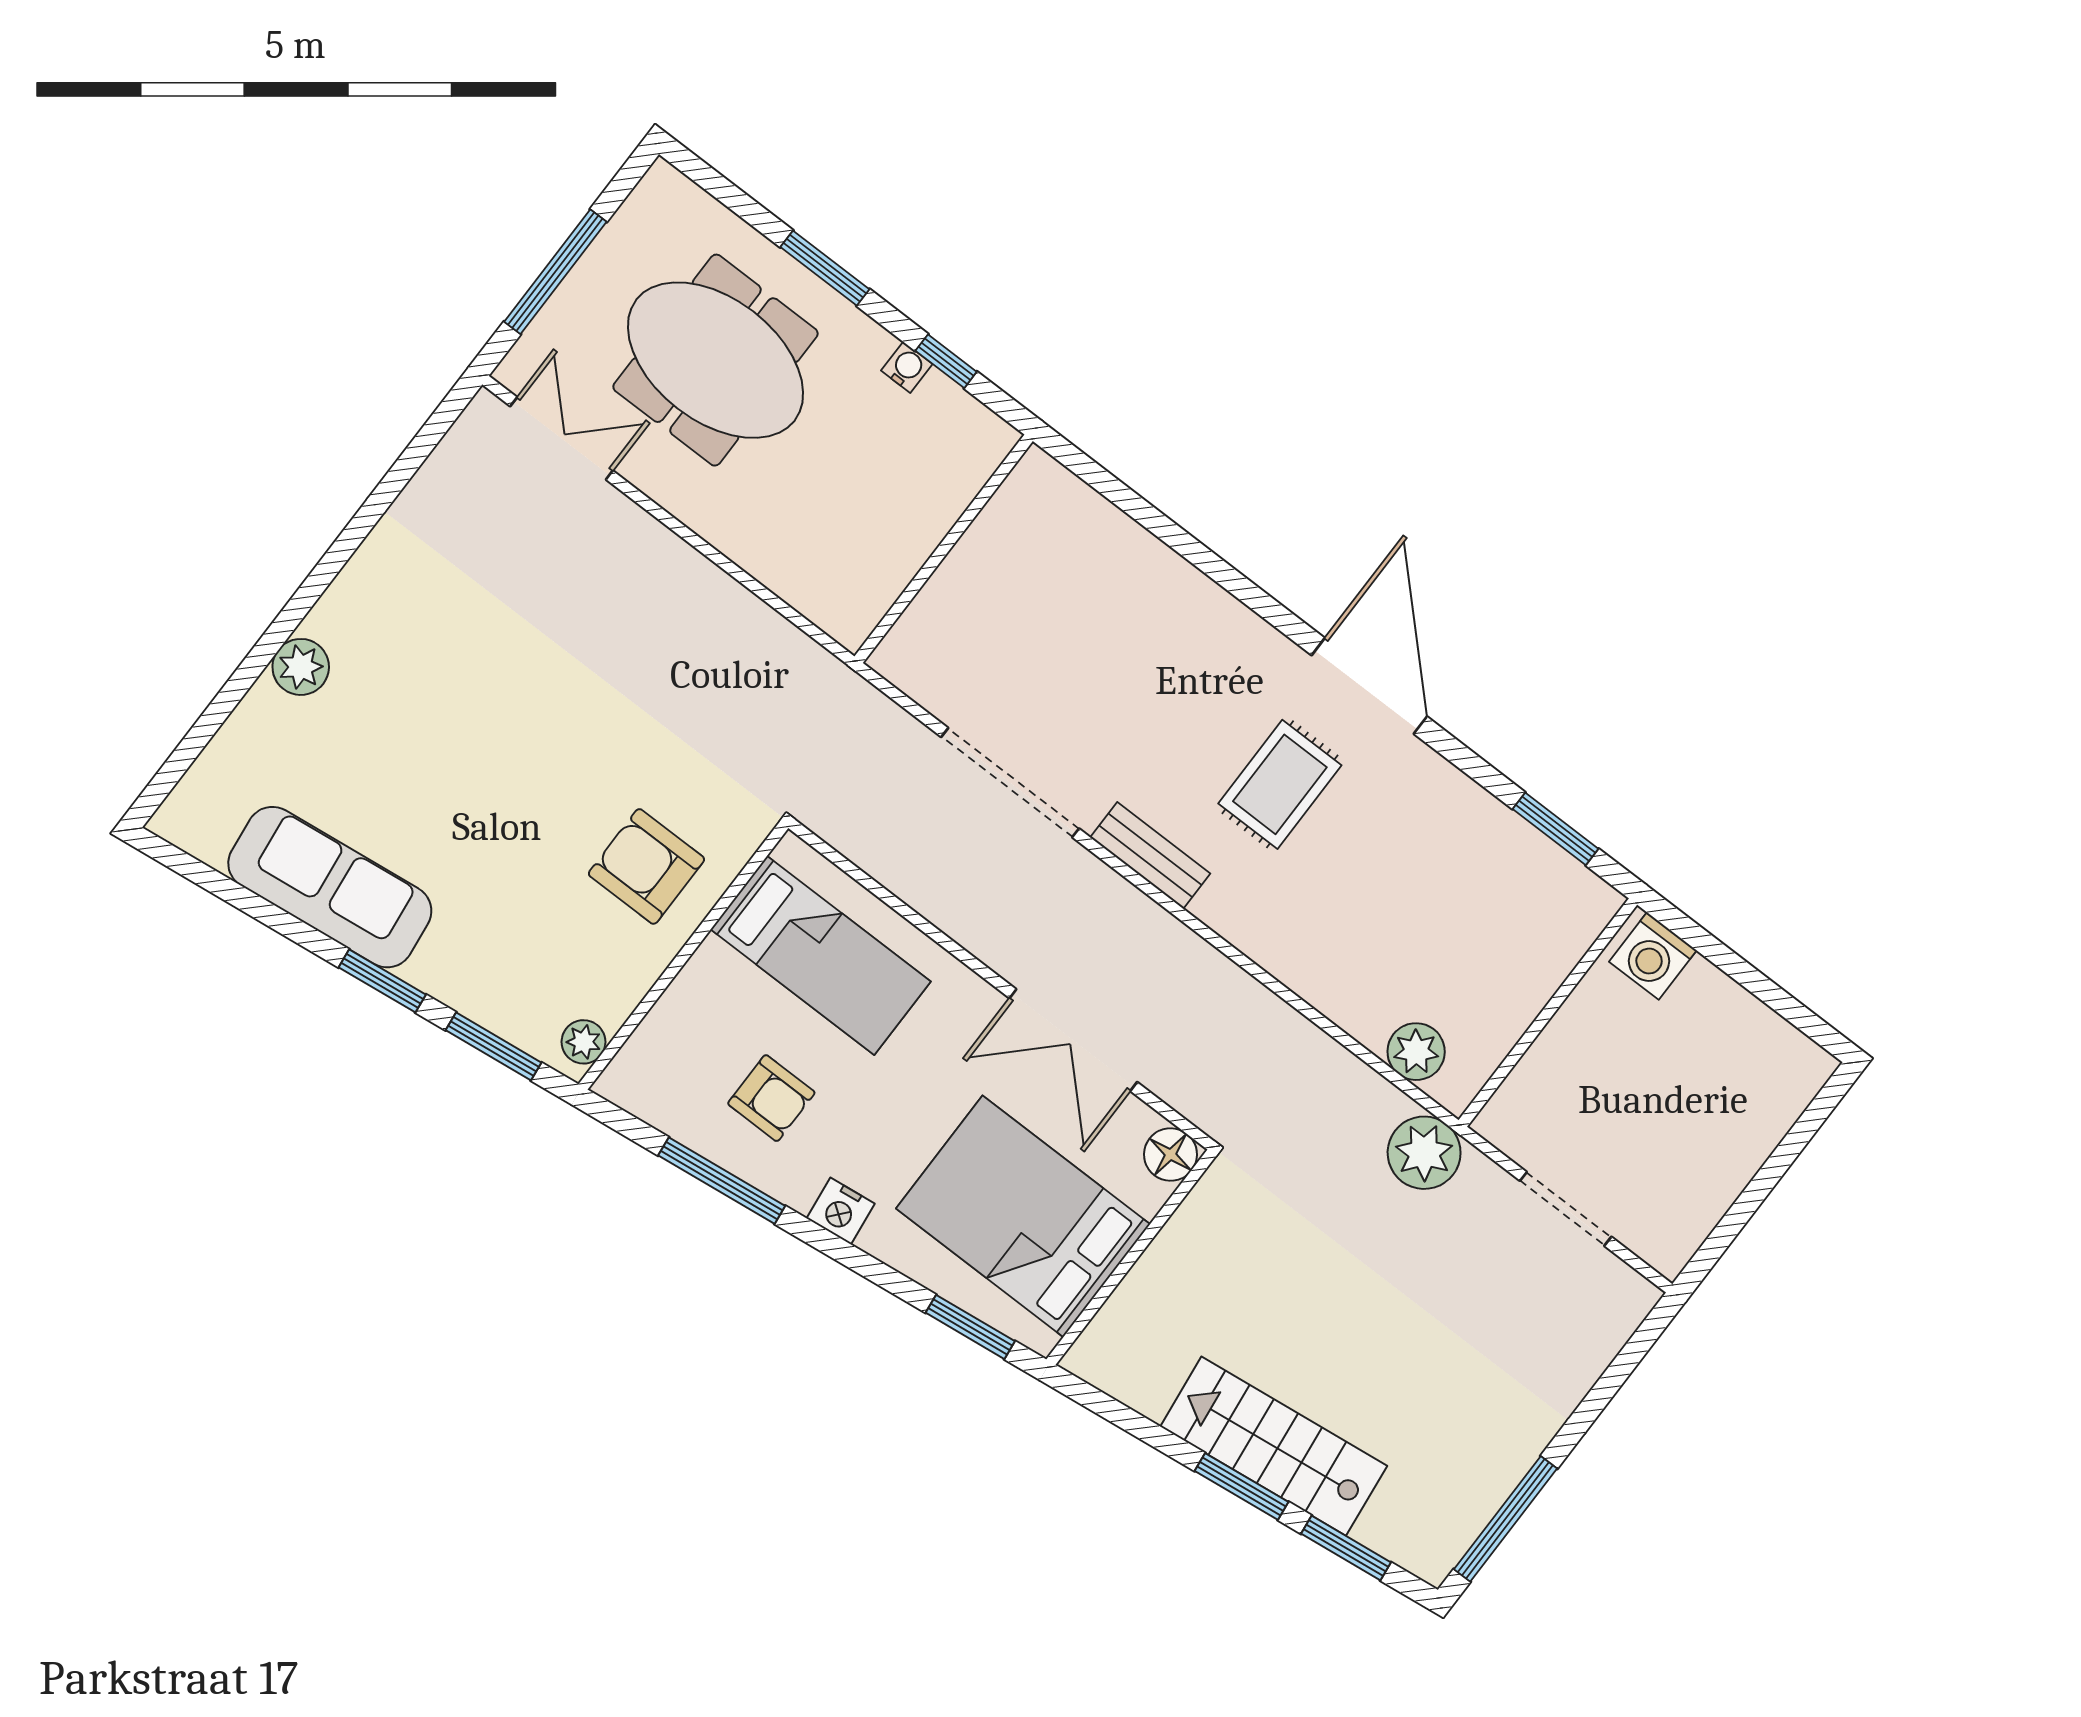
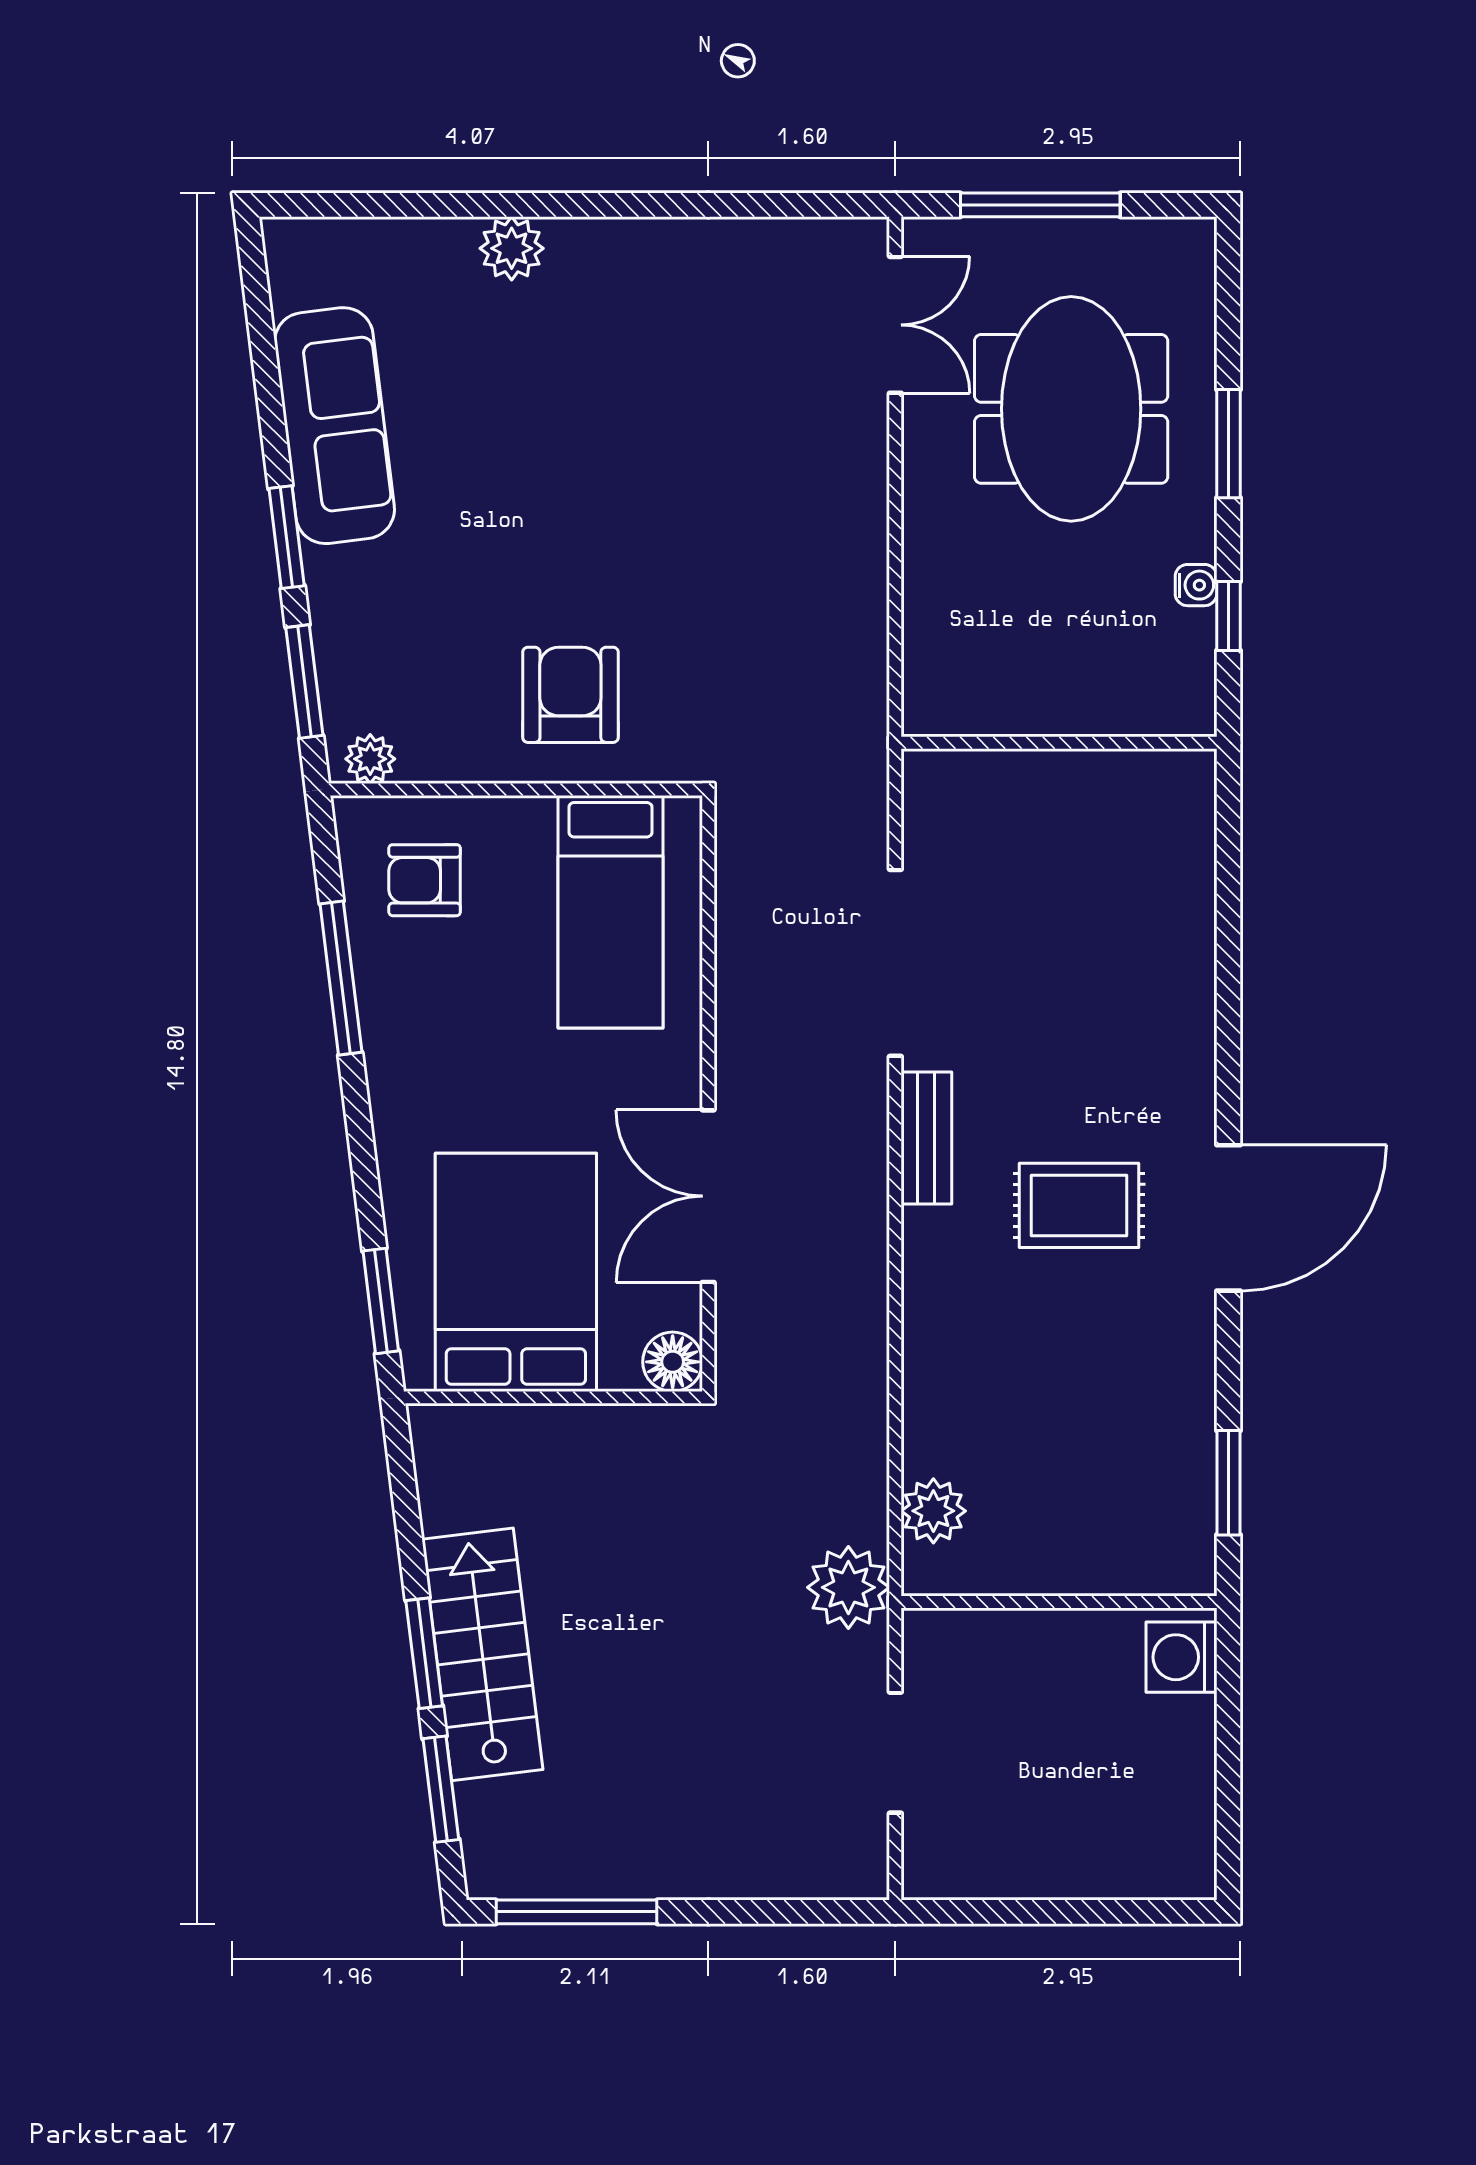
armchair: (771, 1098) -> (425, 880), moved, turned 90
nightstand: (841, 1211) -> (395, 1105), removed

